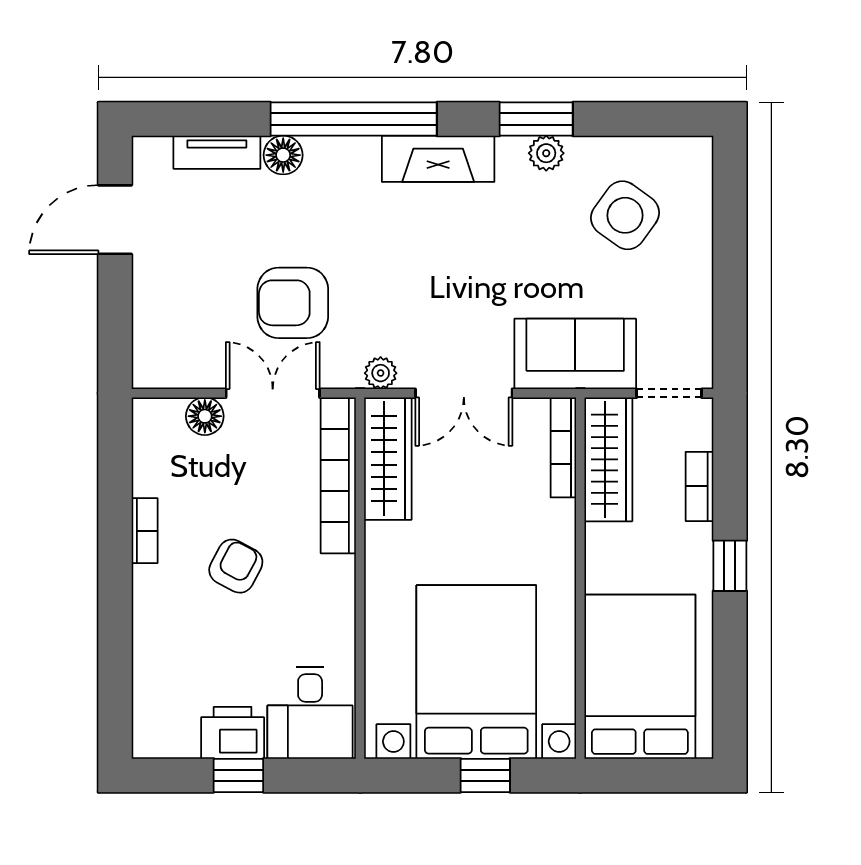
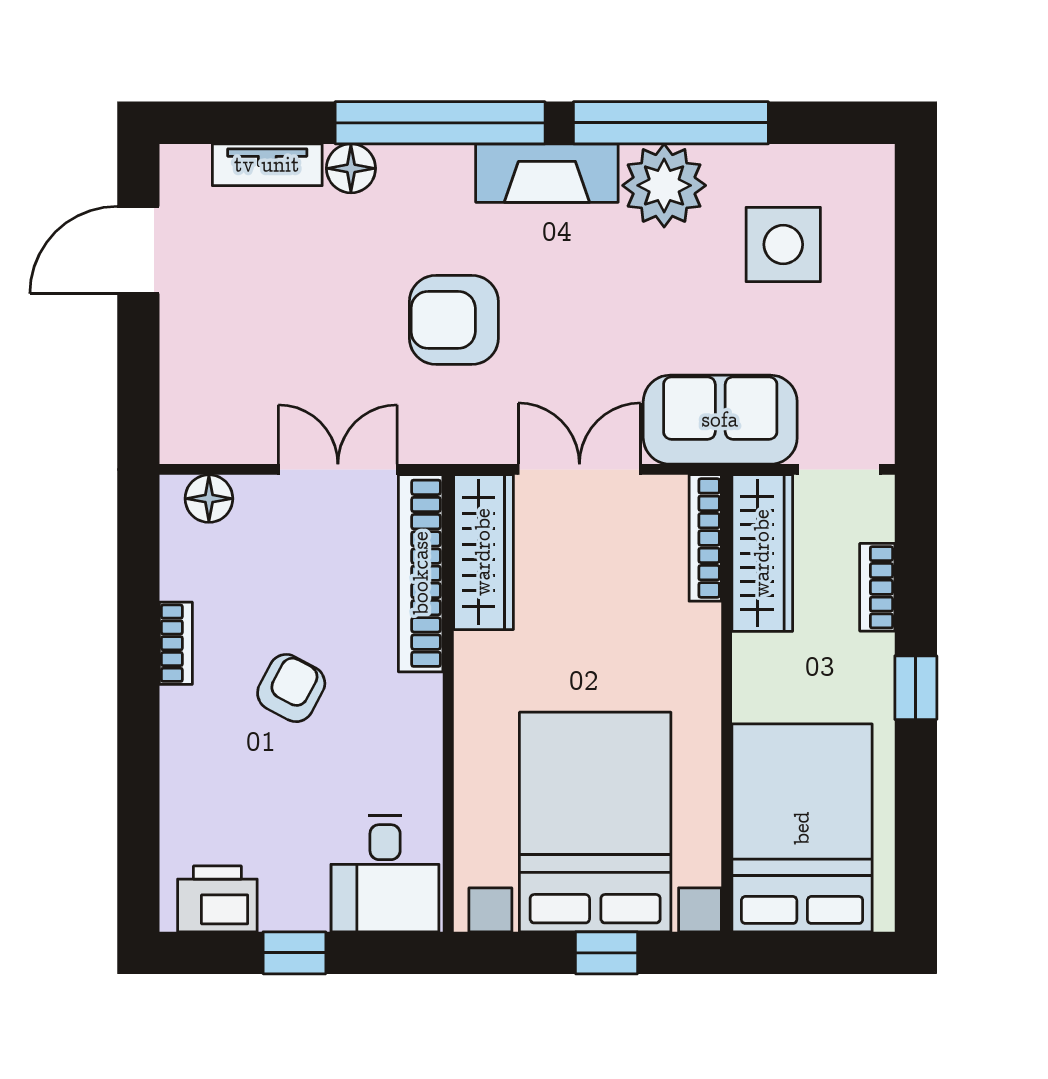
window: (536, 119) -> (671, 123), width x2.11
plant: (546, 153) -> (664, 185), width x1.87, depth x1.87
side table: (625, 215) -> (783, 244), turned -36
armchair: (293, 303) -> (454, 320), moved
plant: (381, 373) -> (474, 444), removed
double door: (464, 393) -> (579, 469), swing flipped
floor lamp: (205, 416) -> (209, 499), moved
printer: (233, 733) -> (217, 899), moved

